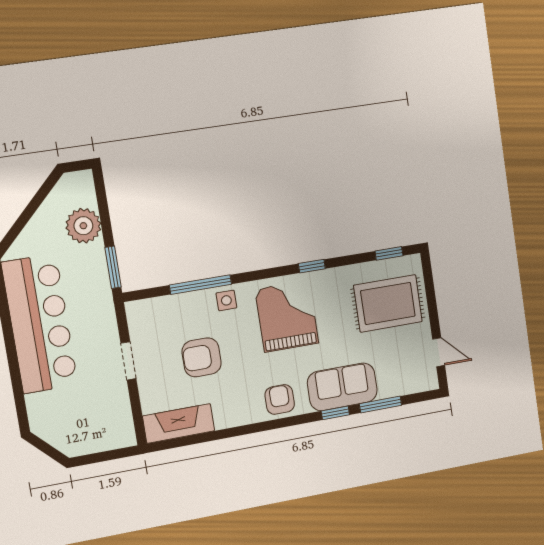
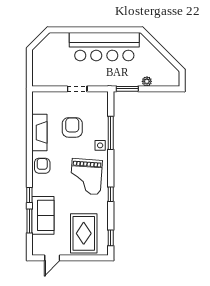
plant: (83, 226) -> (147, 81), width x0.53, depth x0.53
grand piano: (287, 316) -> (86, 177), turned 94
sofa: (342, 387) -> (43, 215), moved
armchair: (280, 399) -> (42, 166), turned -90
fireplace: (179, 423) -> (39, 132), moved

